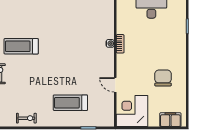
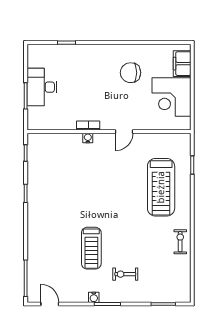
door: (115, 85) -> (124, 132), moved
treadmill: (70, 103) -> (161, 187), width x1.37, depth x1.38
corner desk: (132, 111) -> (171, 97), moved

